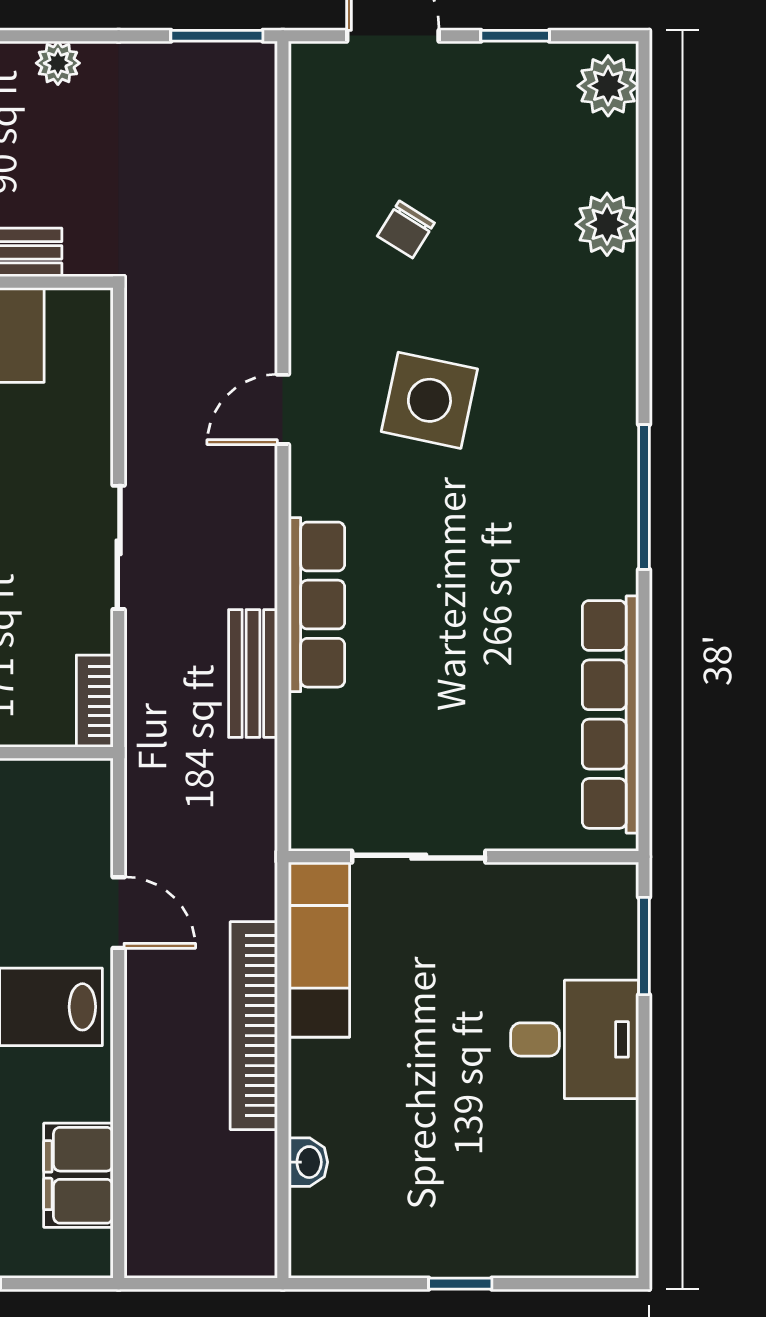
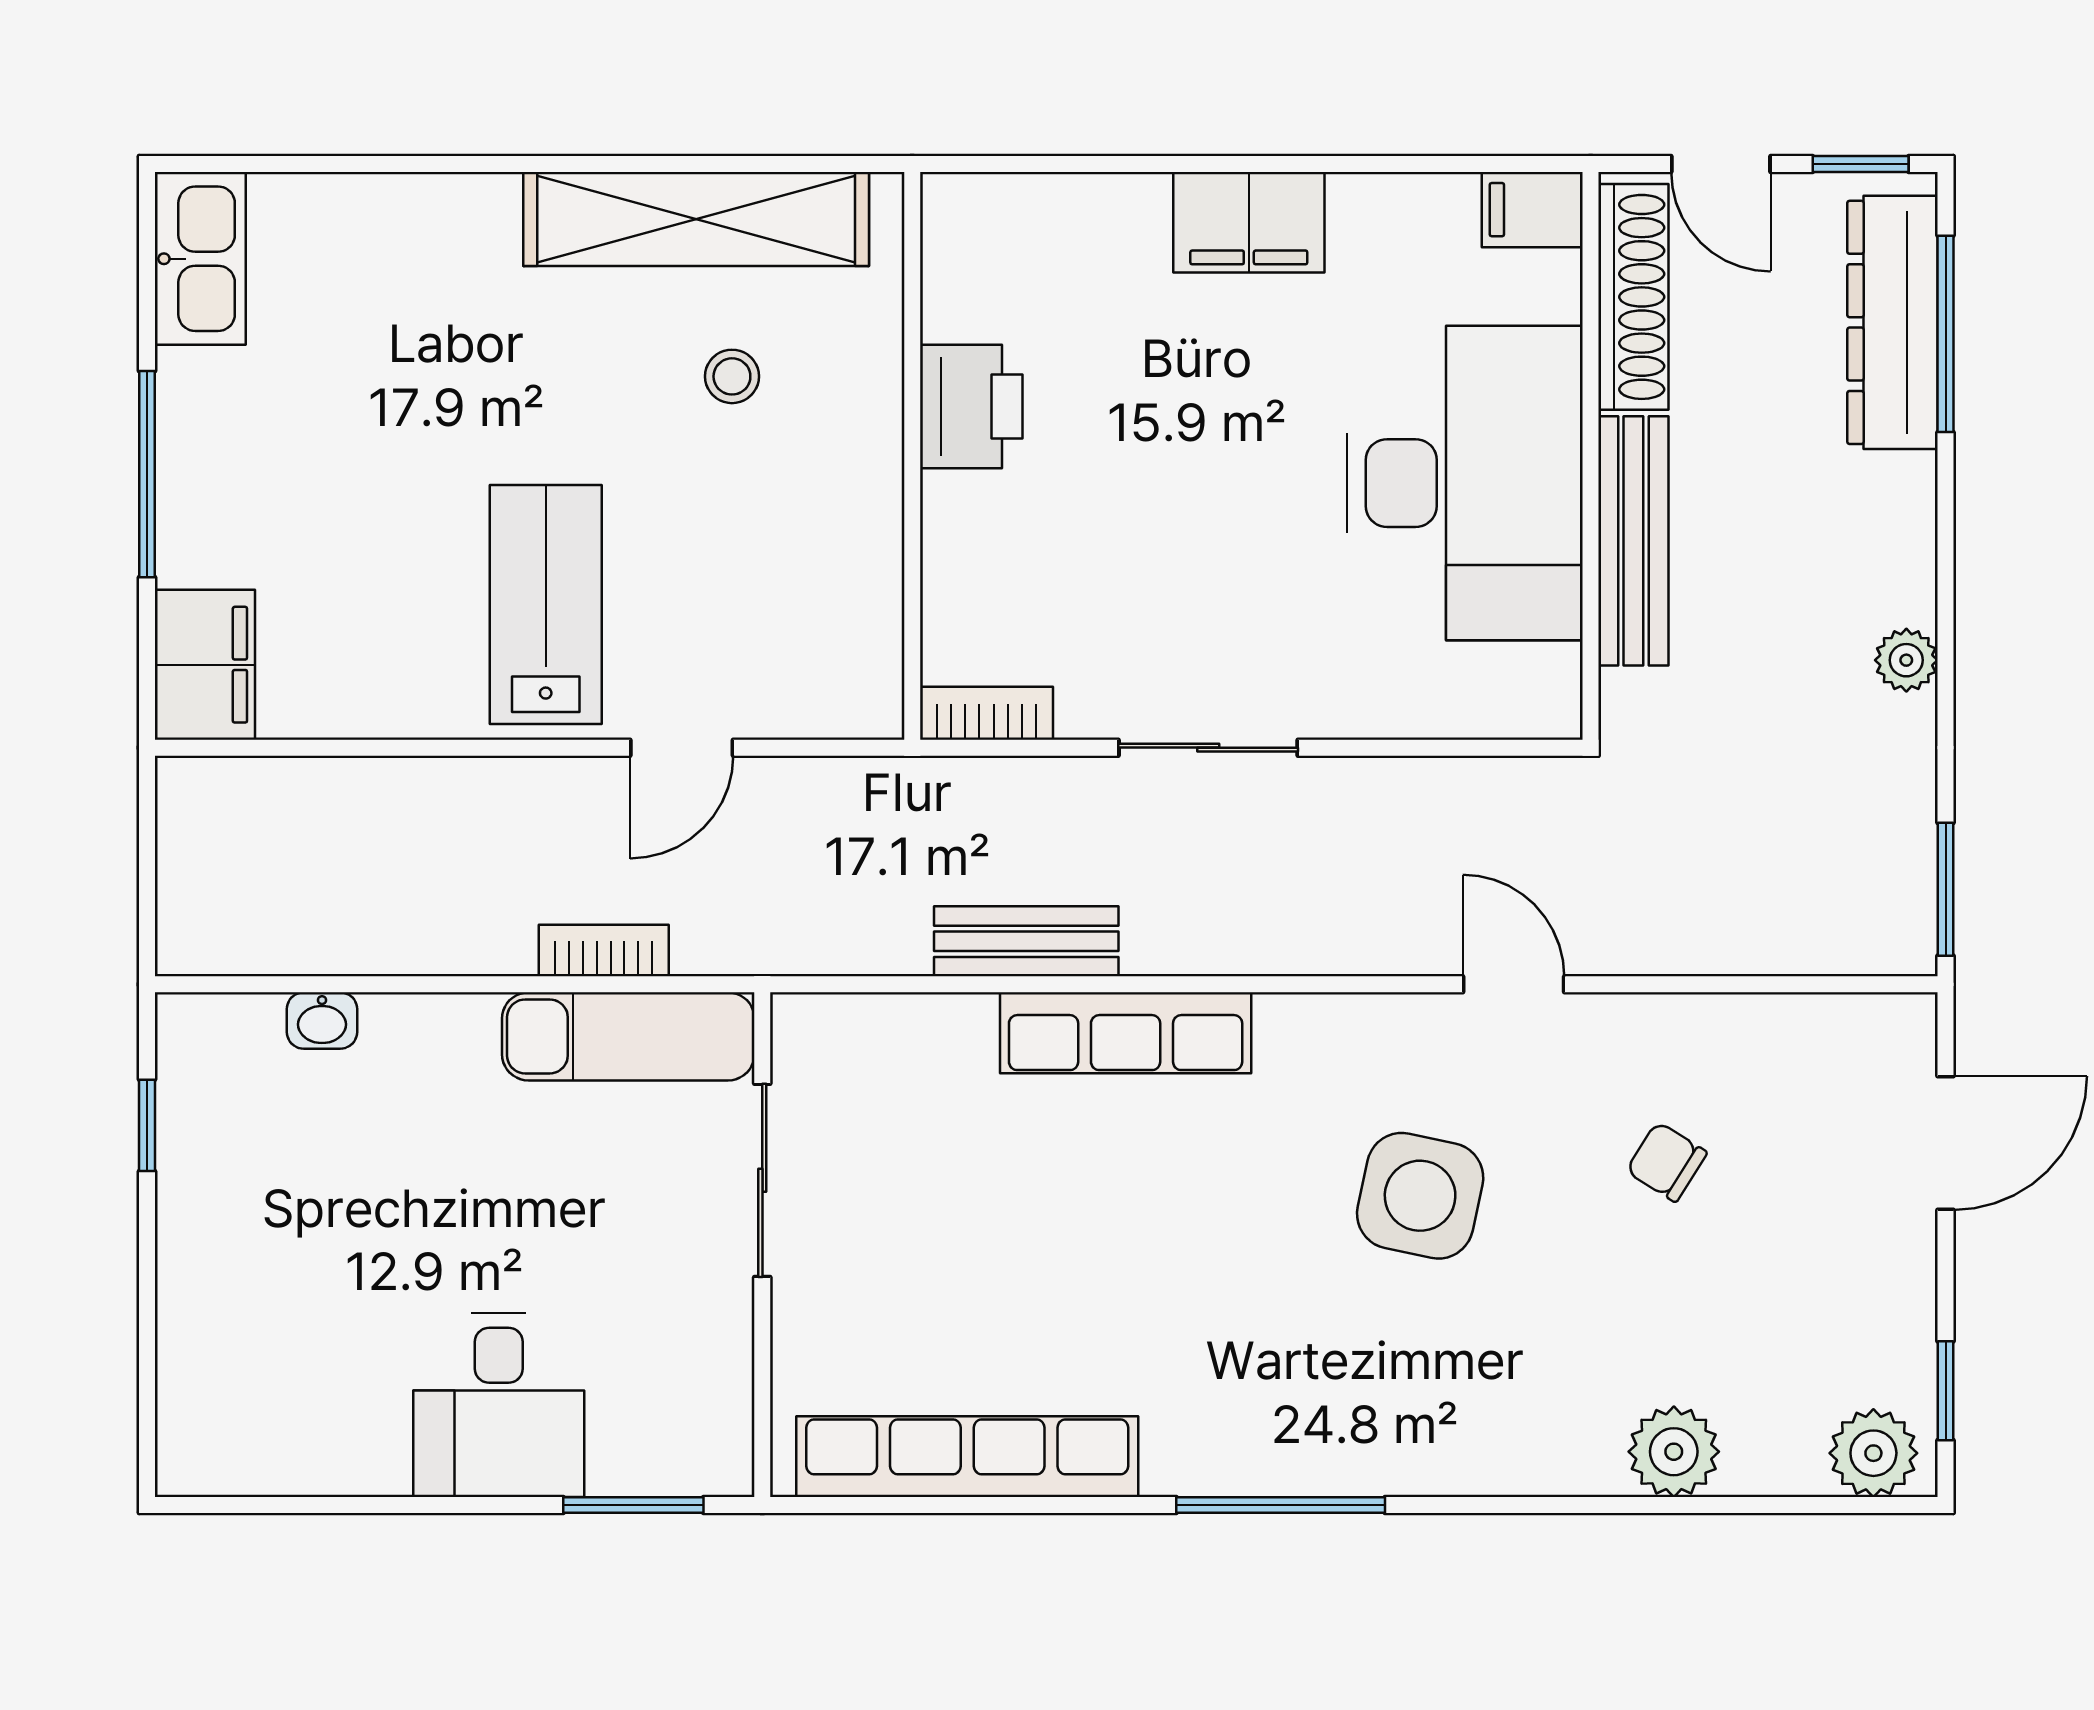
window: (515, 36) -> (1946, 1391), moved
door: (283, 409) -> (1514, 984), moved
bookcase: (254, 1026) -> (604, 951), width x0.43, depth x0.76
filing cabinet: (78, 1175) -> (205, 665), moved, turned 90
window: (460, 1284) -> (147, 1125), moved

